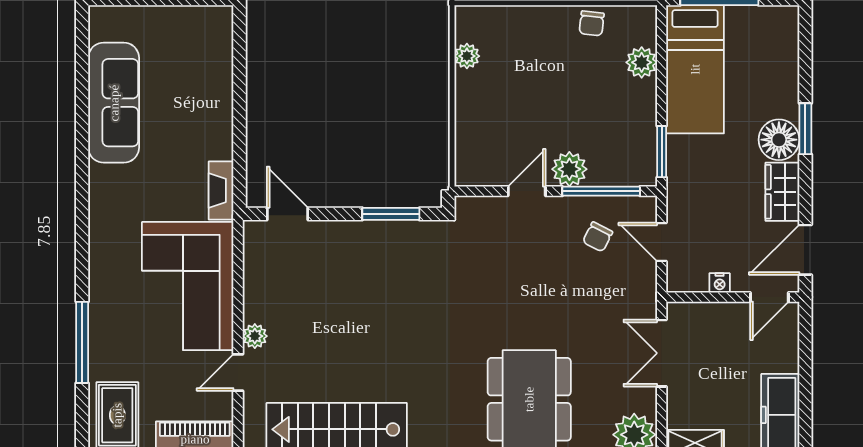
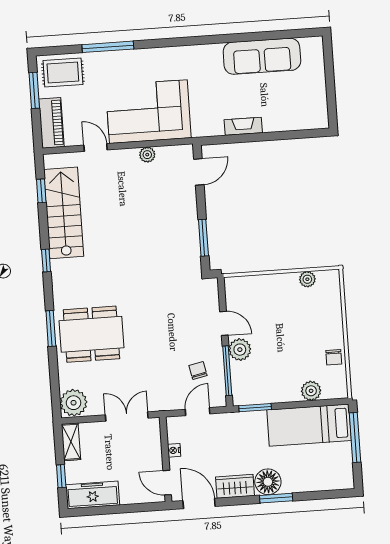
chair: (592, 23) -> (334, 357), turned -96
fireplace: (221, 190) -> (243, 126), moved
chair: (598, 237) -> (198, 371), turned 51
plant: (255, 336) -> (147, 155), moved

